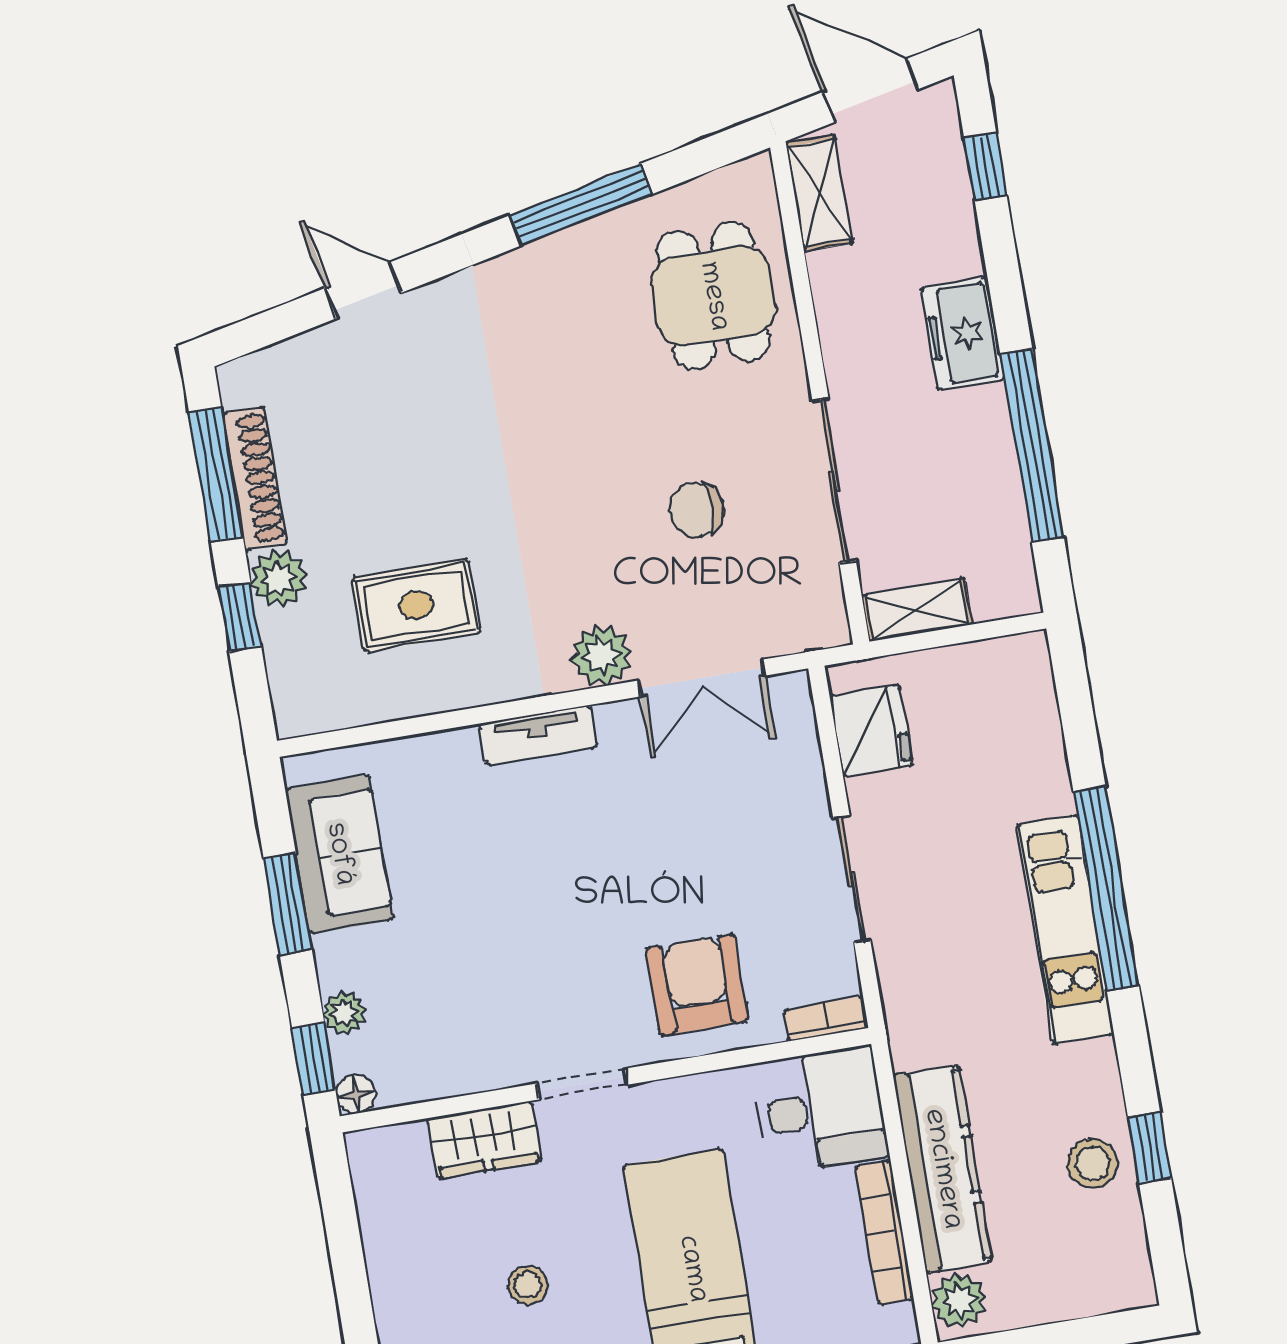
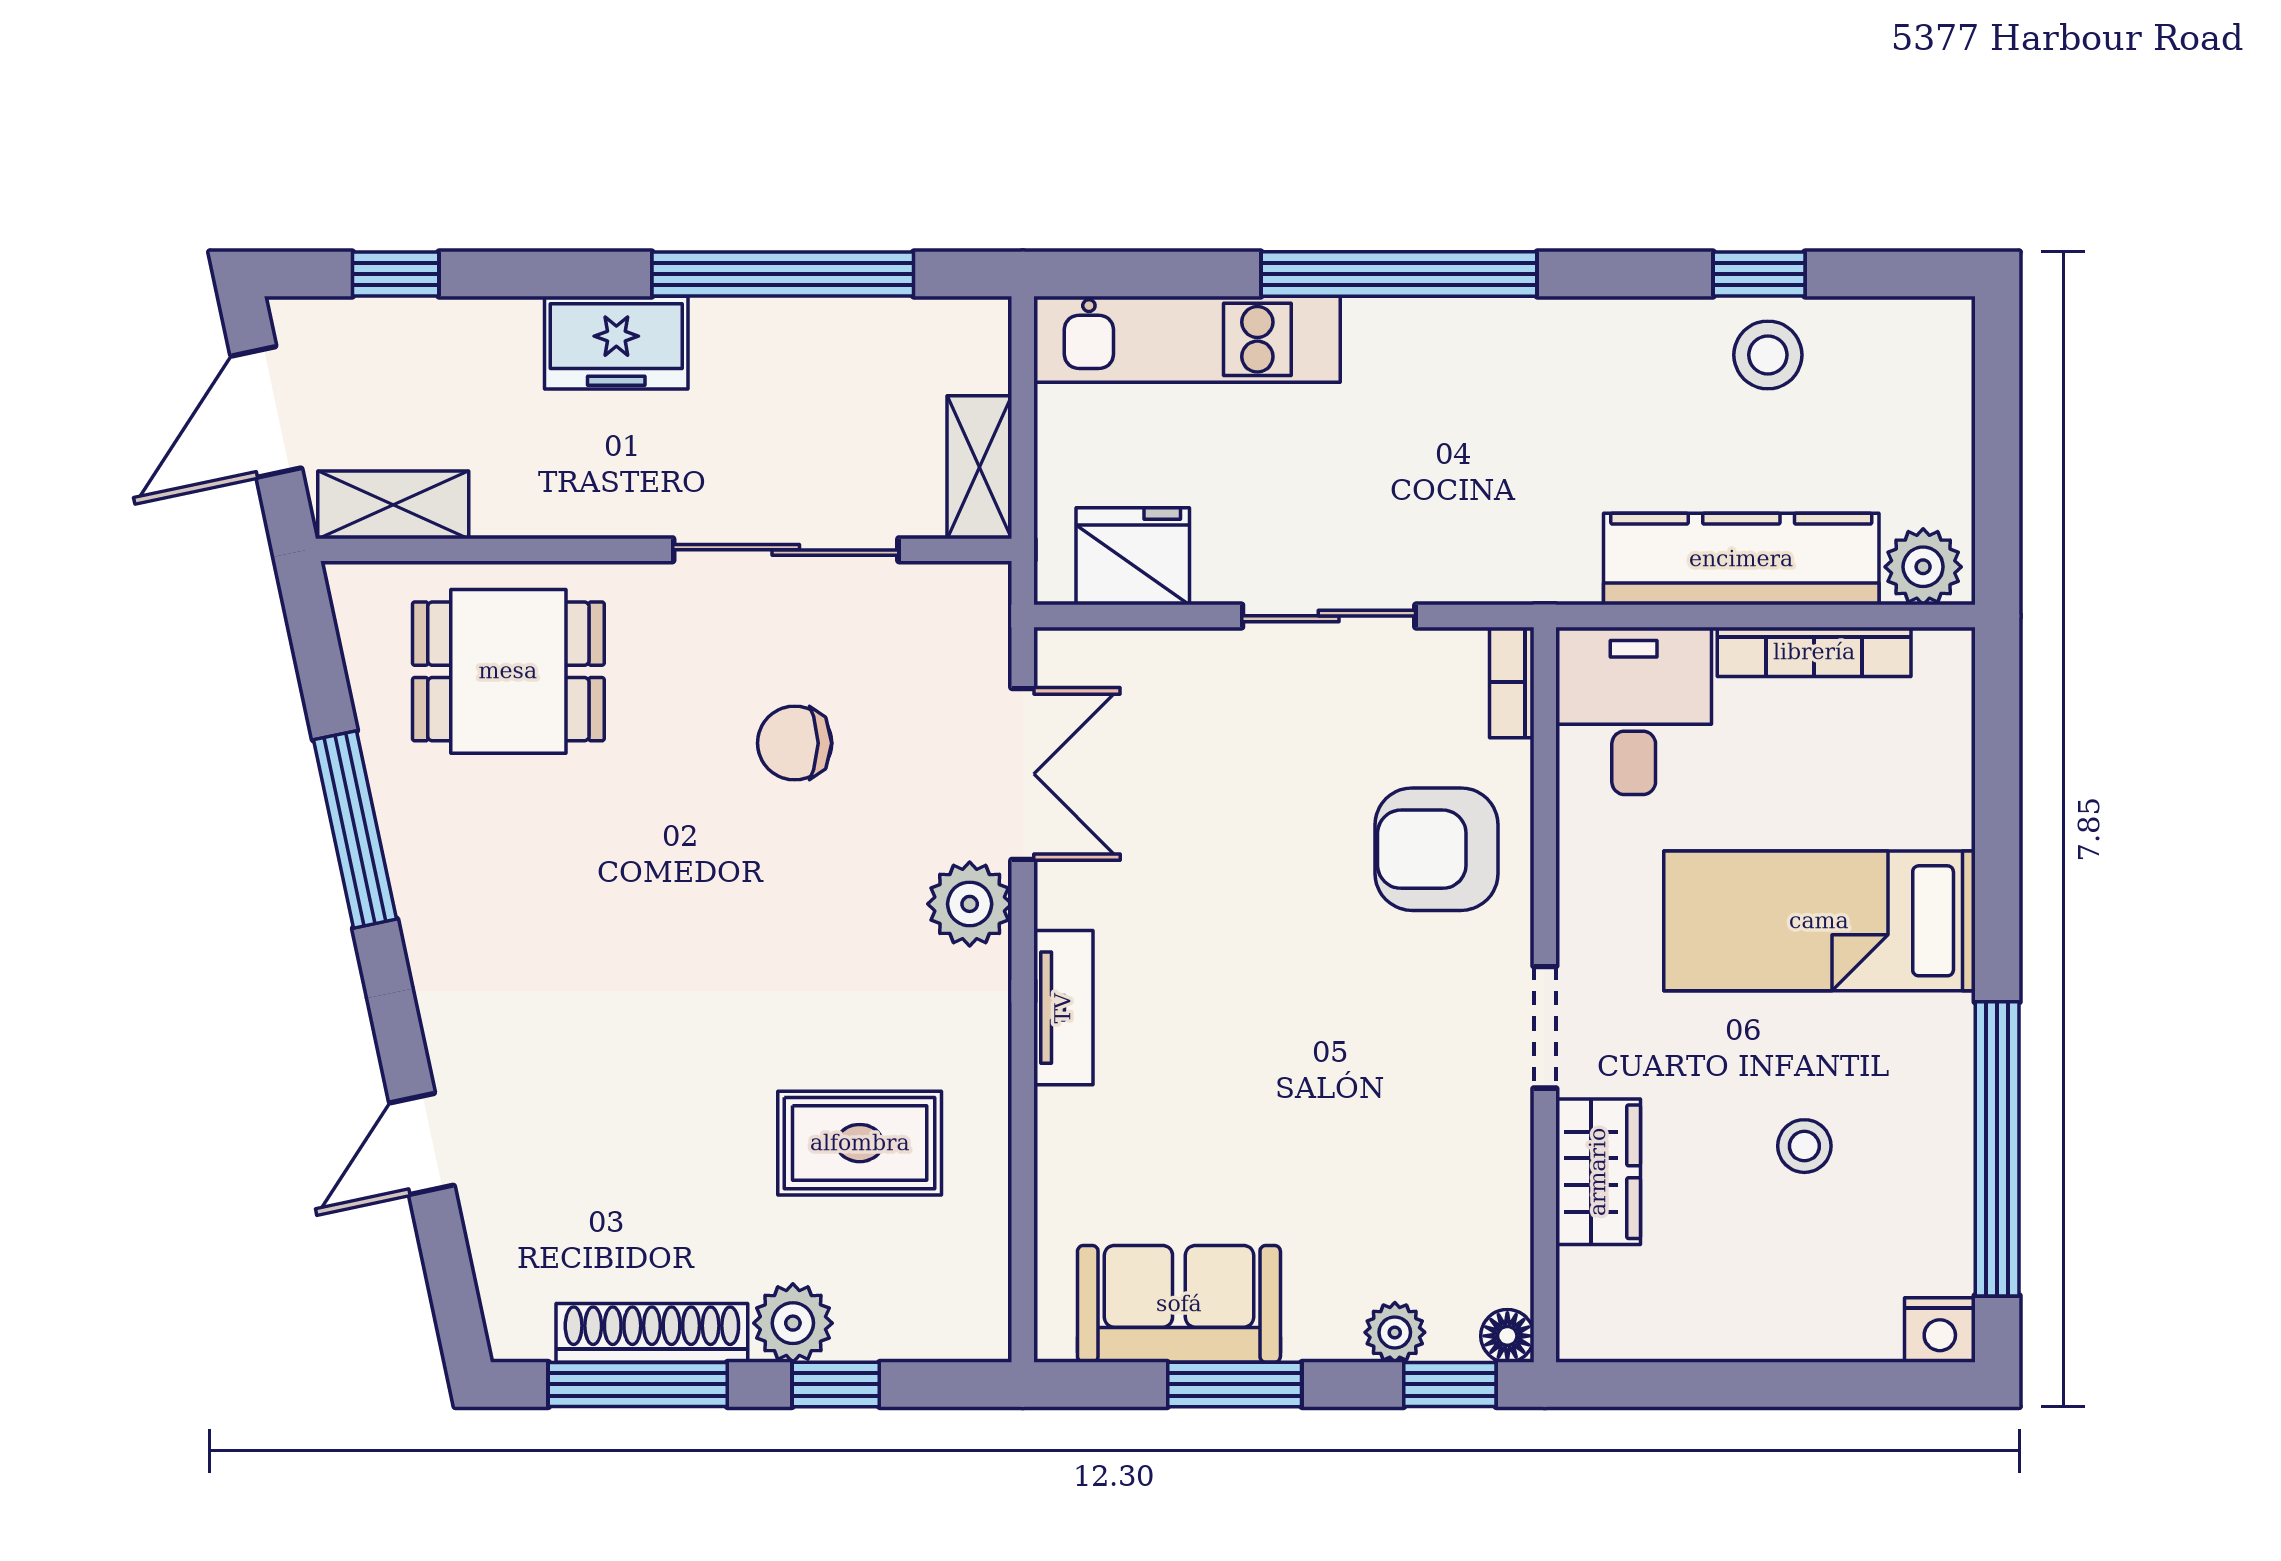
chair: (696, 510) -> (795, 743), turned 90
rug: (416, 605) -> (860, 1143), turned 90
kitchen unit: (1065, 929) -> (1187, 339), moved

